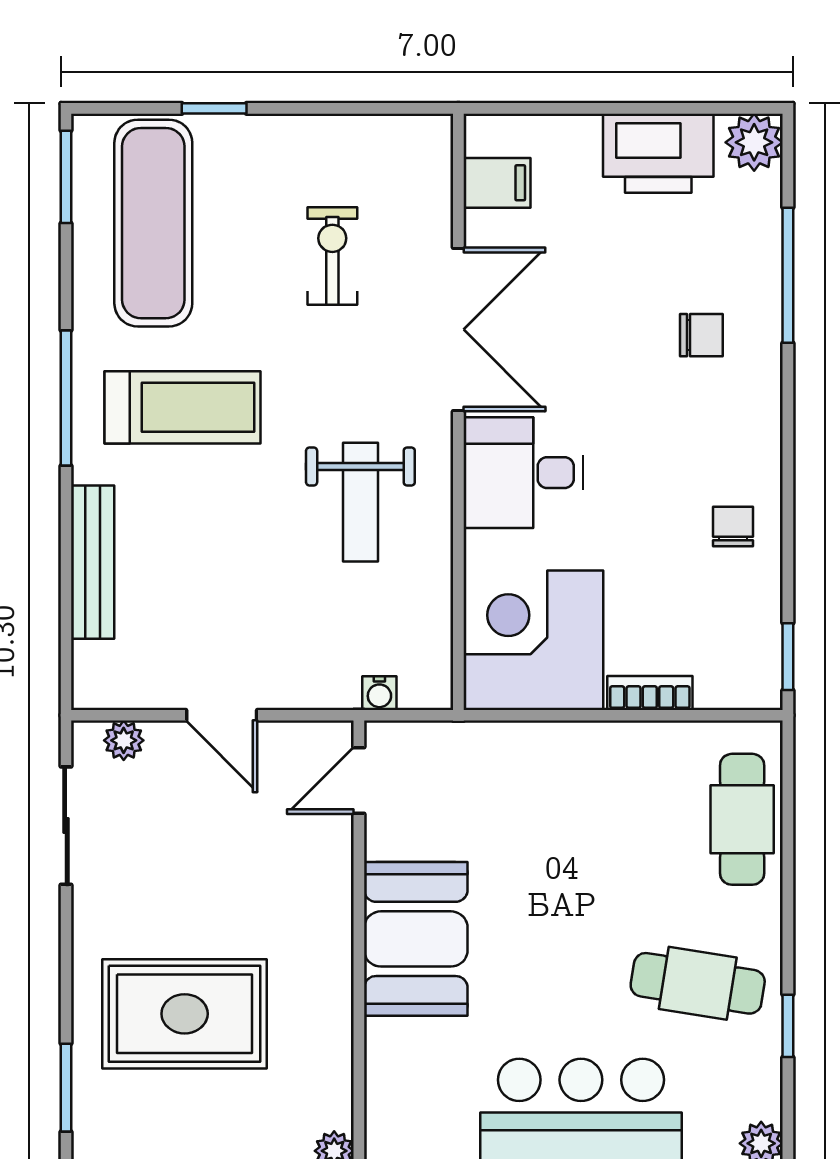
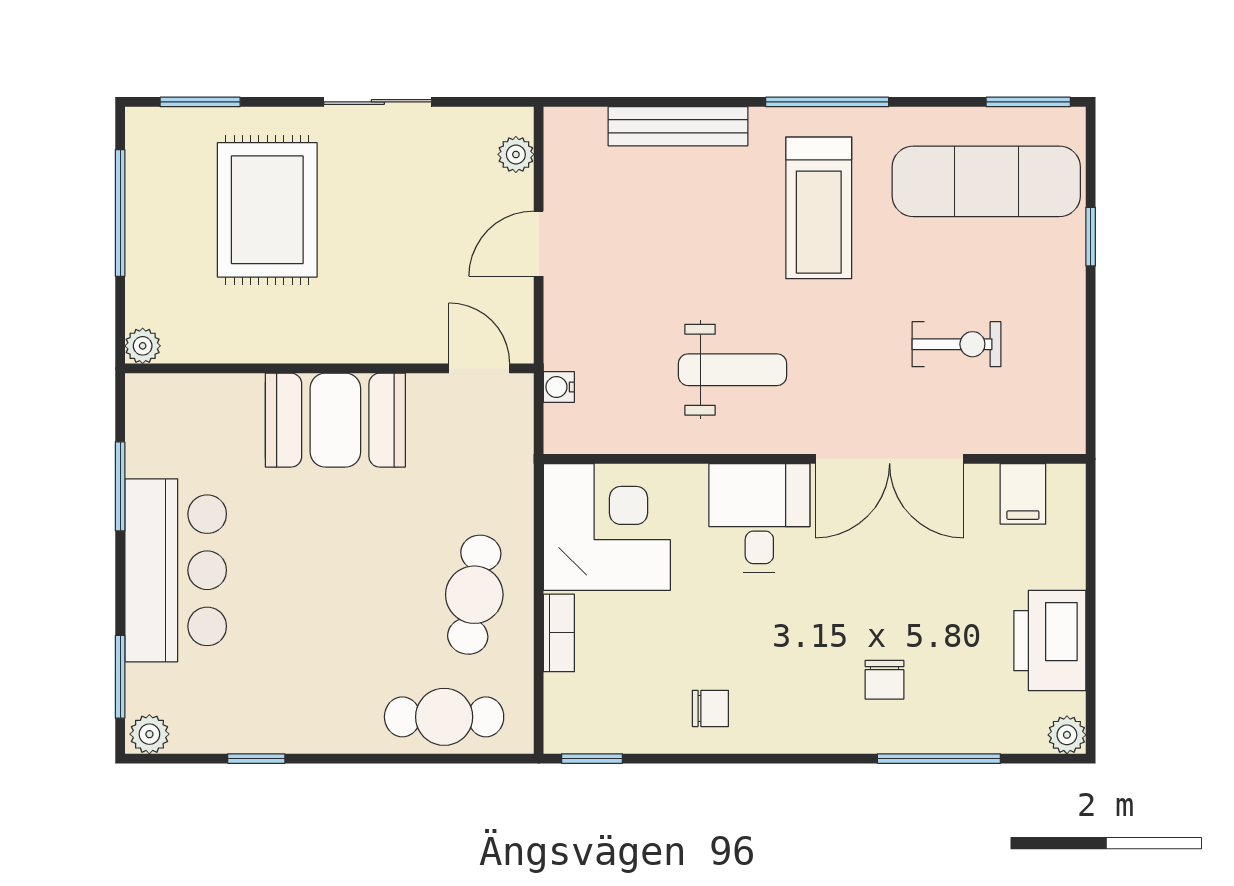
plant: (754, 142) -> (1067, 735), width x0.73, depth x0.73
weight bench: (360, 502) -> (733, 370), turned 180
sliding door: (66, 826) -> (378, 102), moved
cafe table: (698, 983) -> (474, 595), moved

